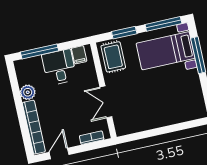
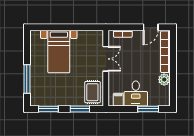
window: (163, 24) -> (48, 109), width x0.69
window: (40, 51) -> (148, 109), width x0.69
bed with nightstands: (166, 51) -> (59, 52), moved, turned 90

